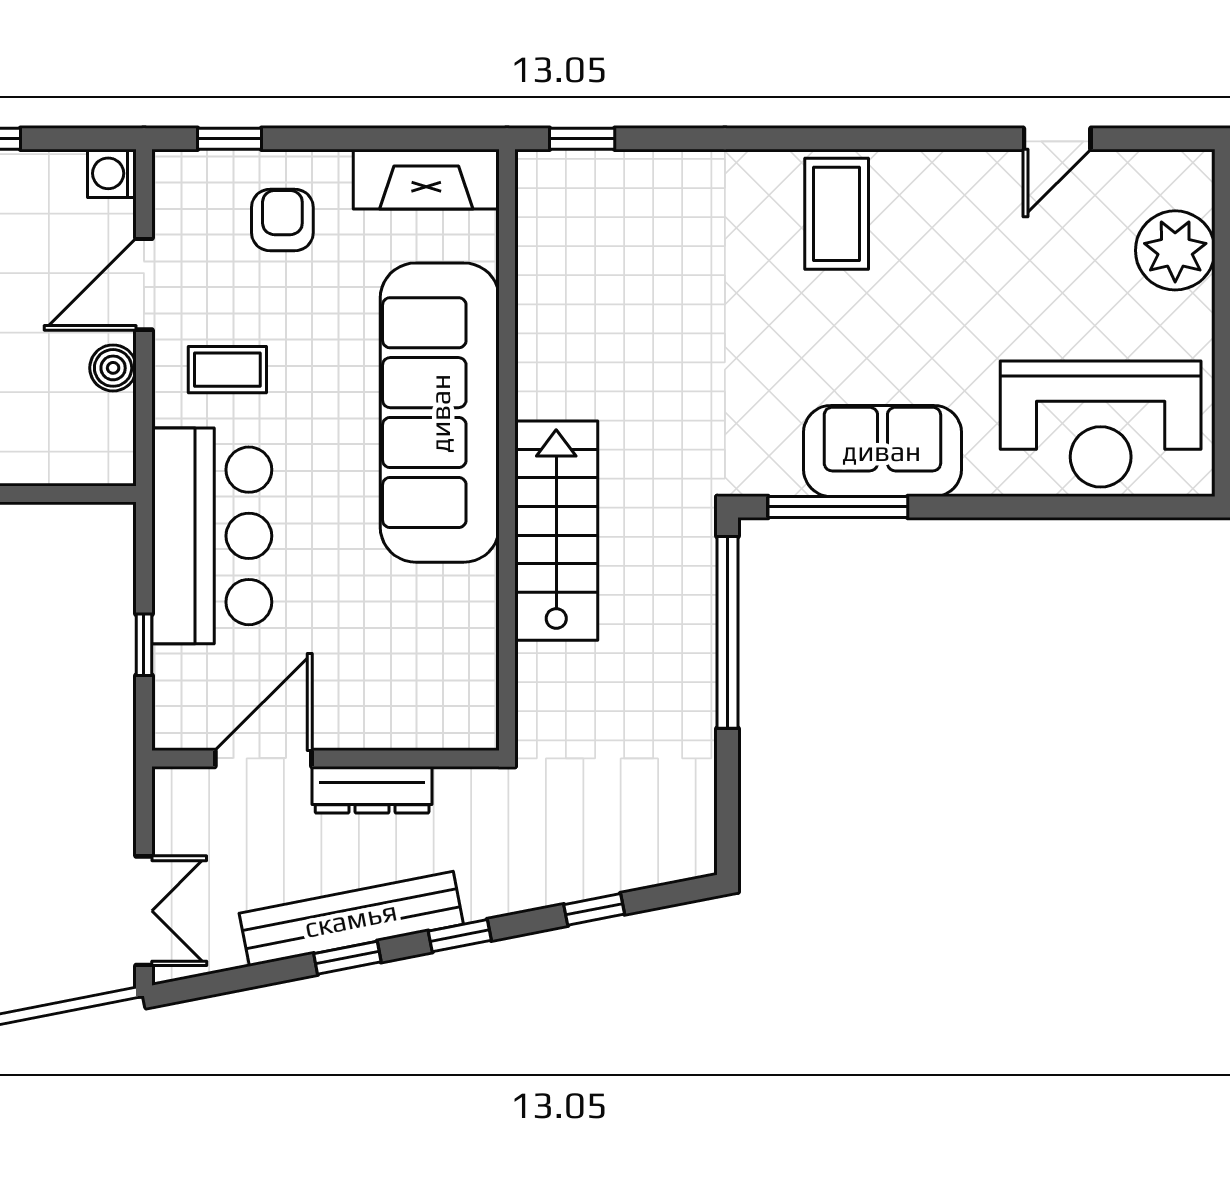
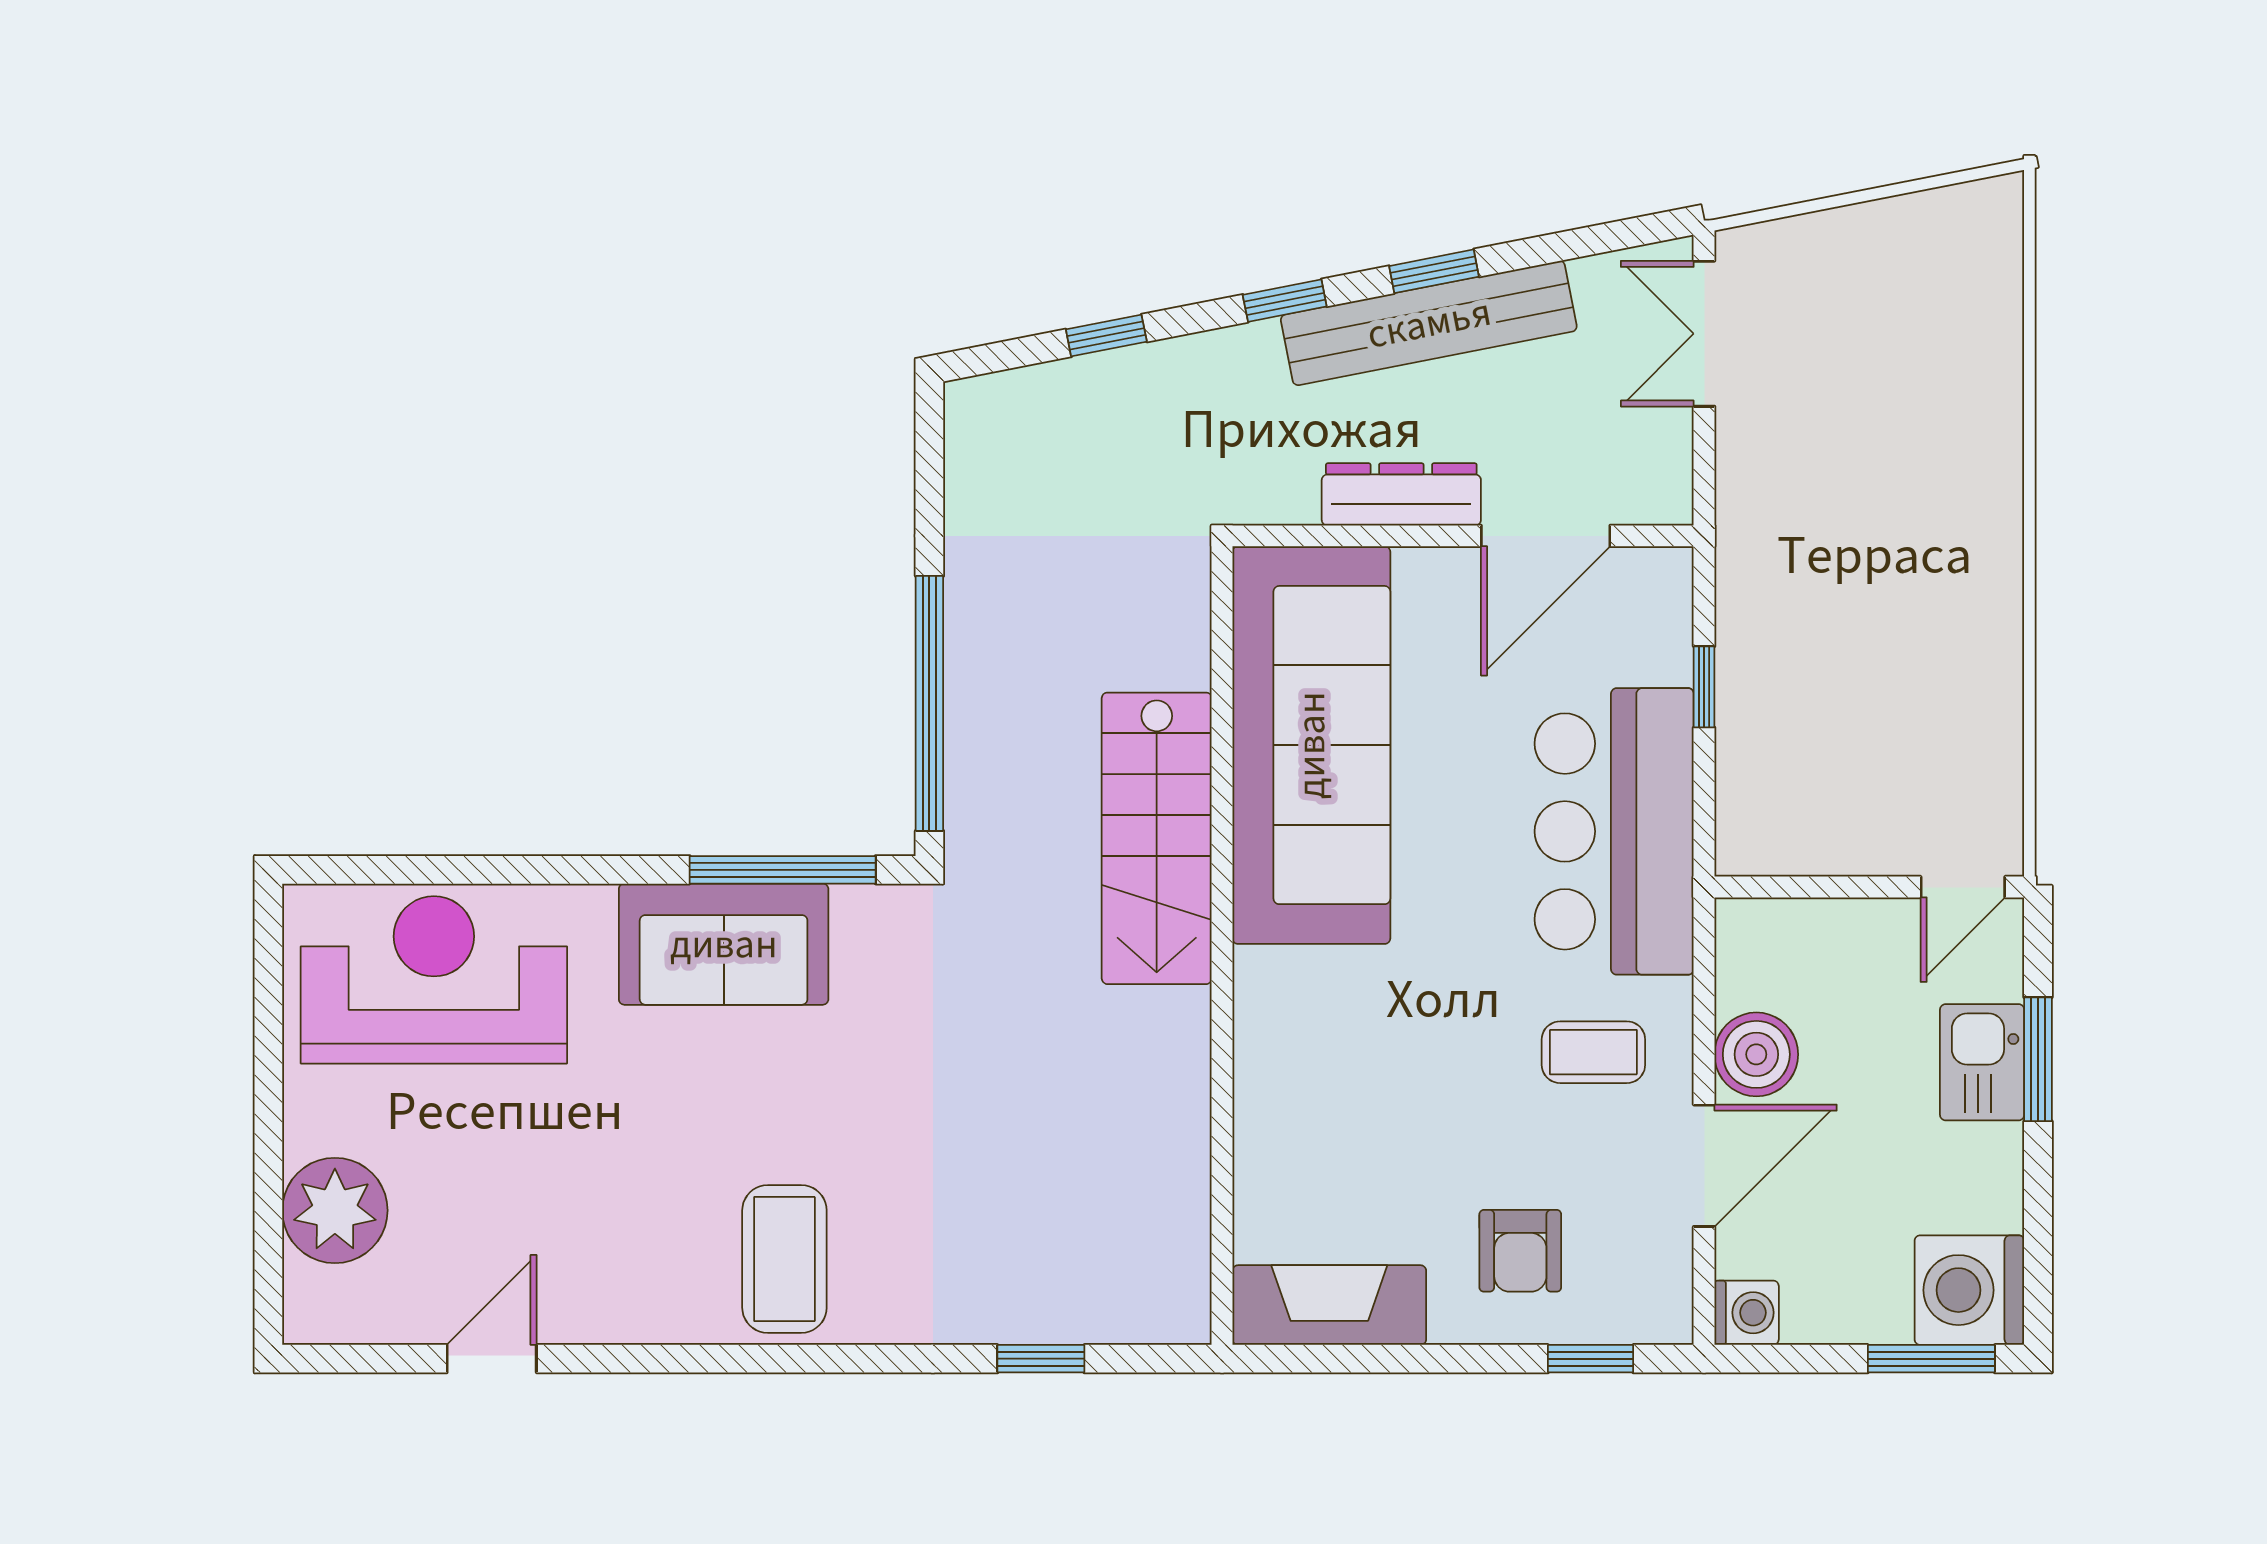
window: (582, 139) -> (1041, 1359), moved
boiler: (113, 368) -> (1756, 1054), width x1.36, depth x1.36
sofa: (440, 413) -> (1311, 745), moved

